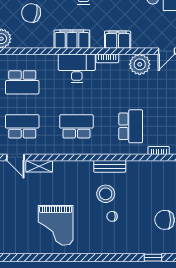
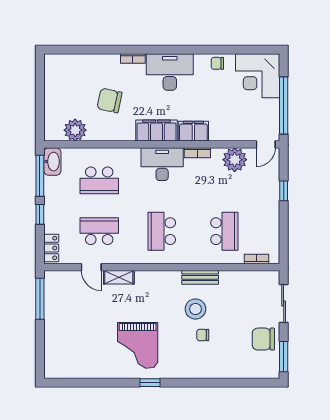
filing cabinet: (118, 40) -> (193, 131), moved
school desk: (76, 126) -> (162, 231), turned -90
window: (153, 258) -> (150, 383), moved

